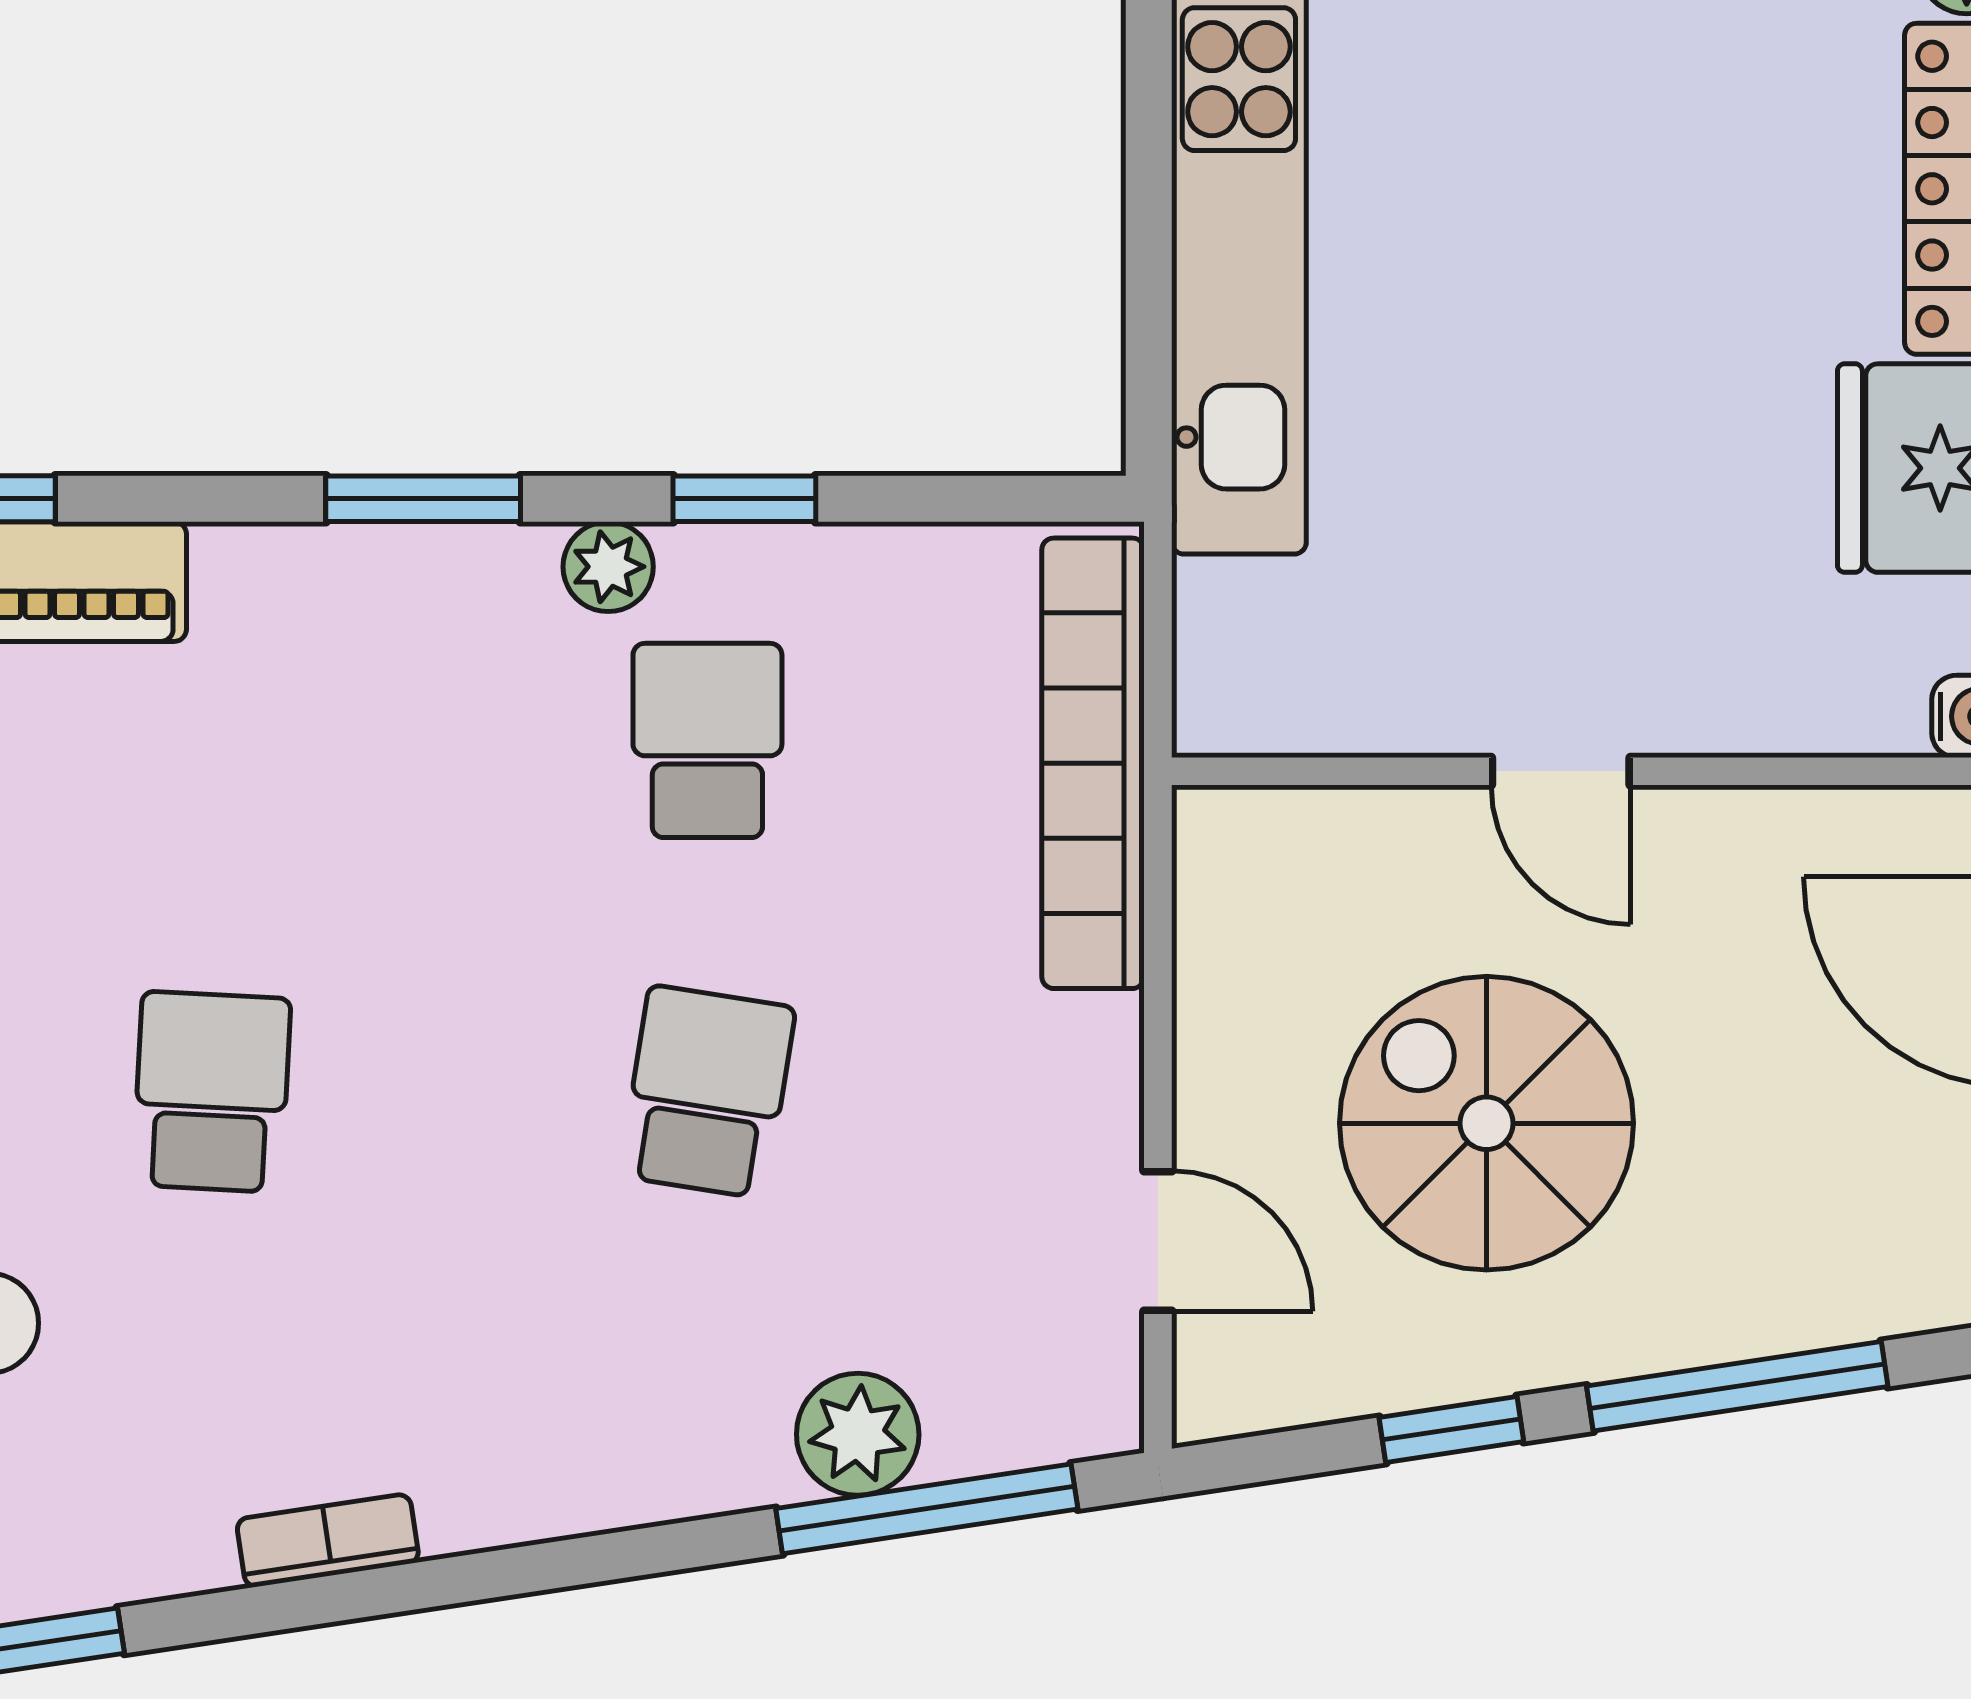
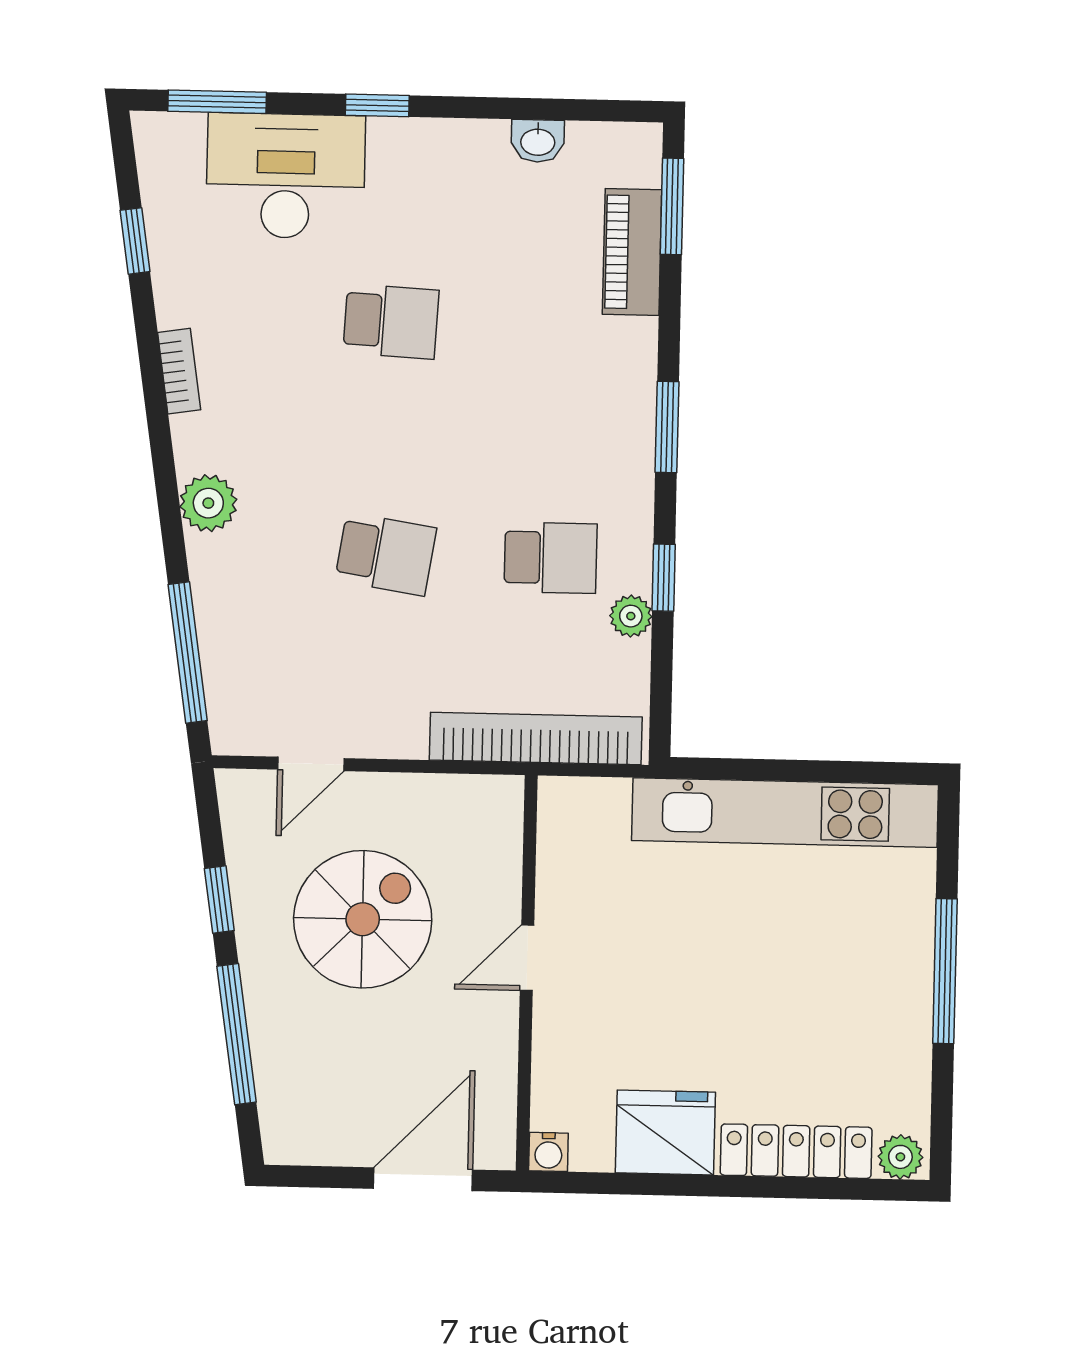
plant: (608, 567) -> (631, 616), moved
plant: (858, 1434) -> (208, 503), moved

